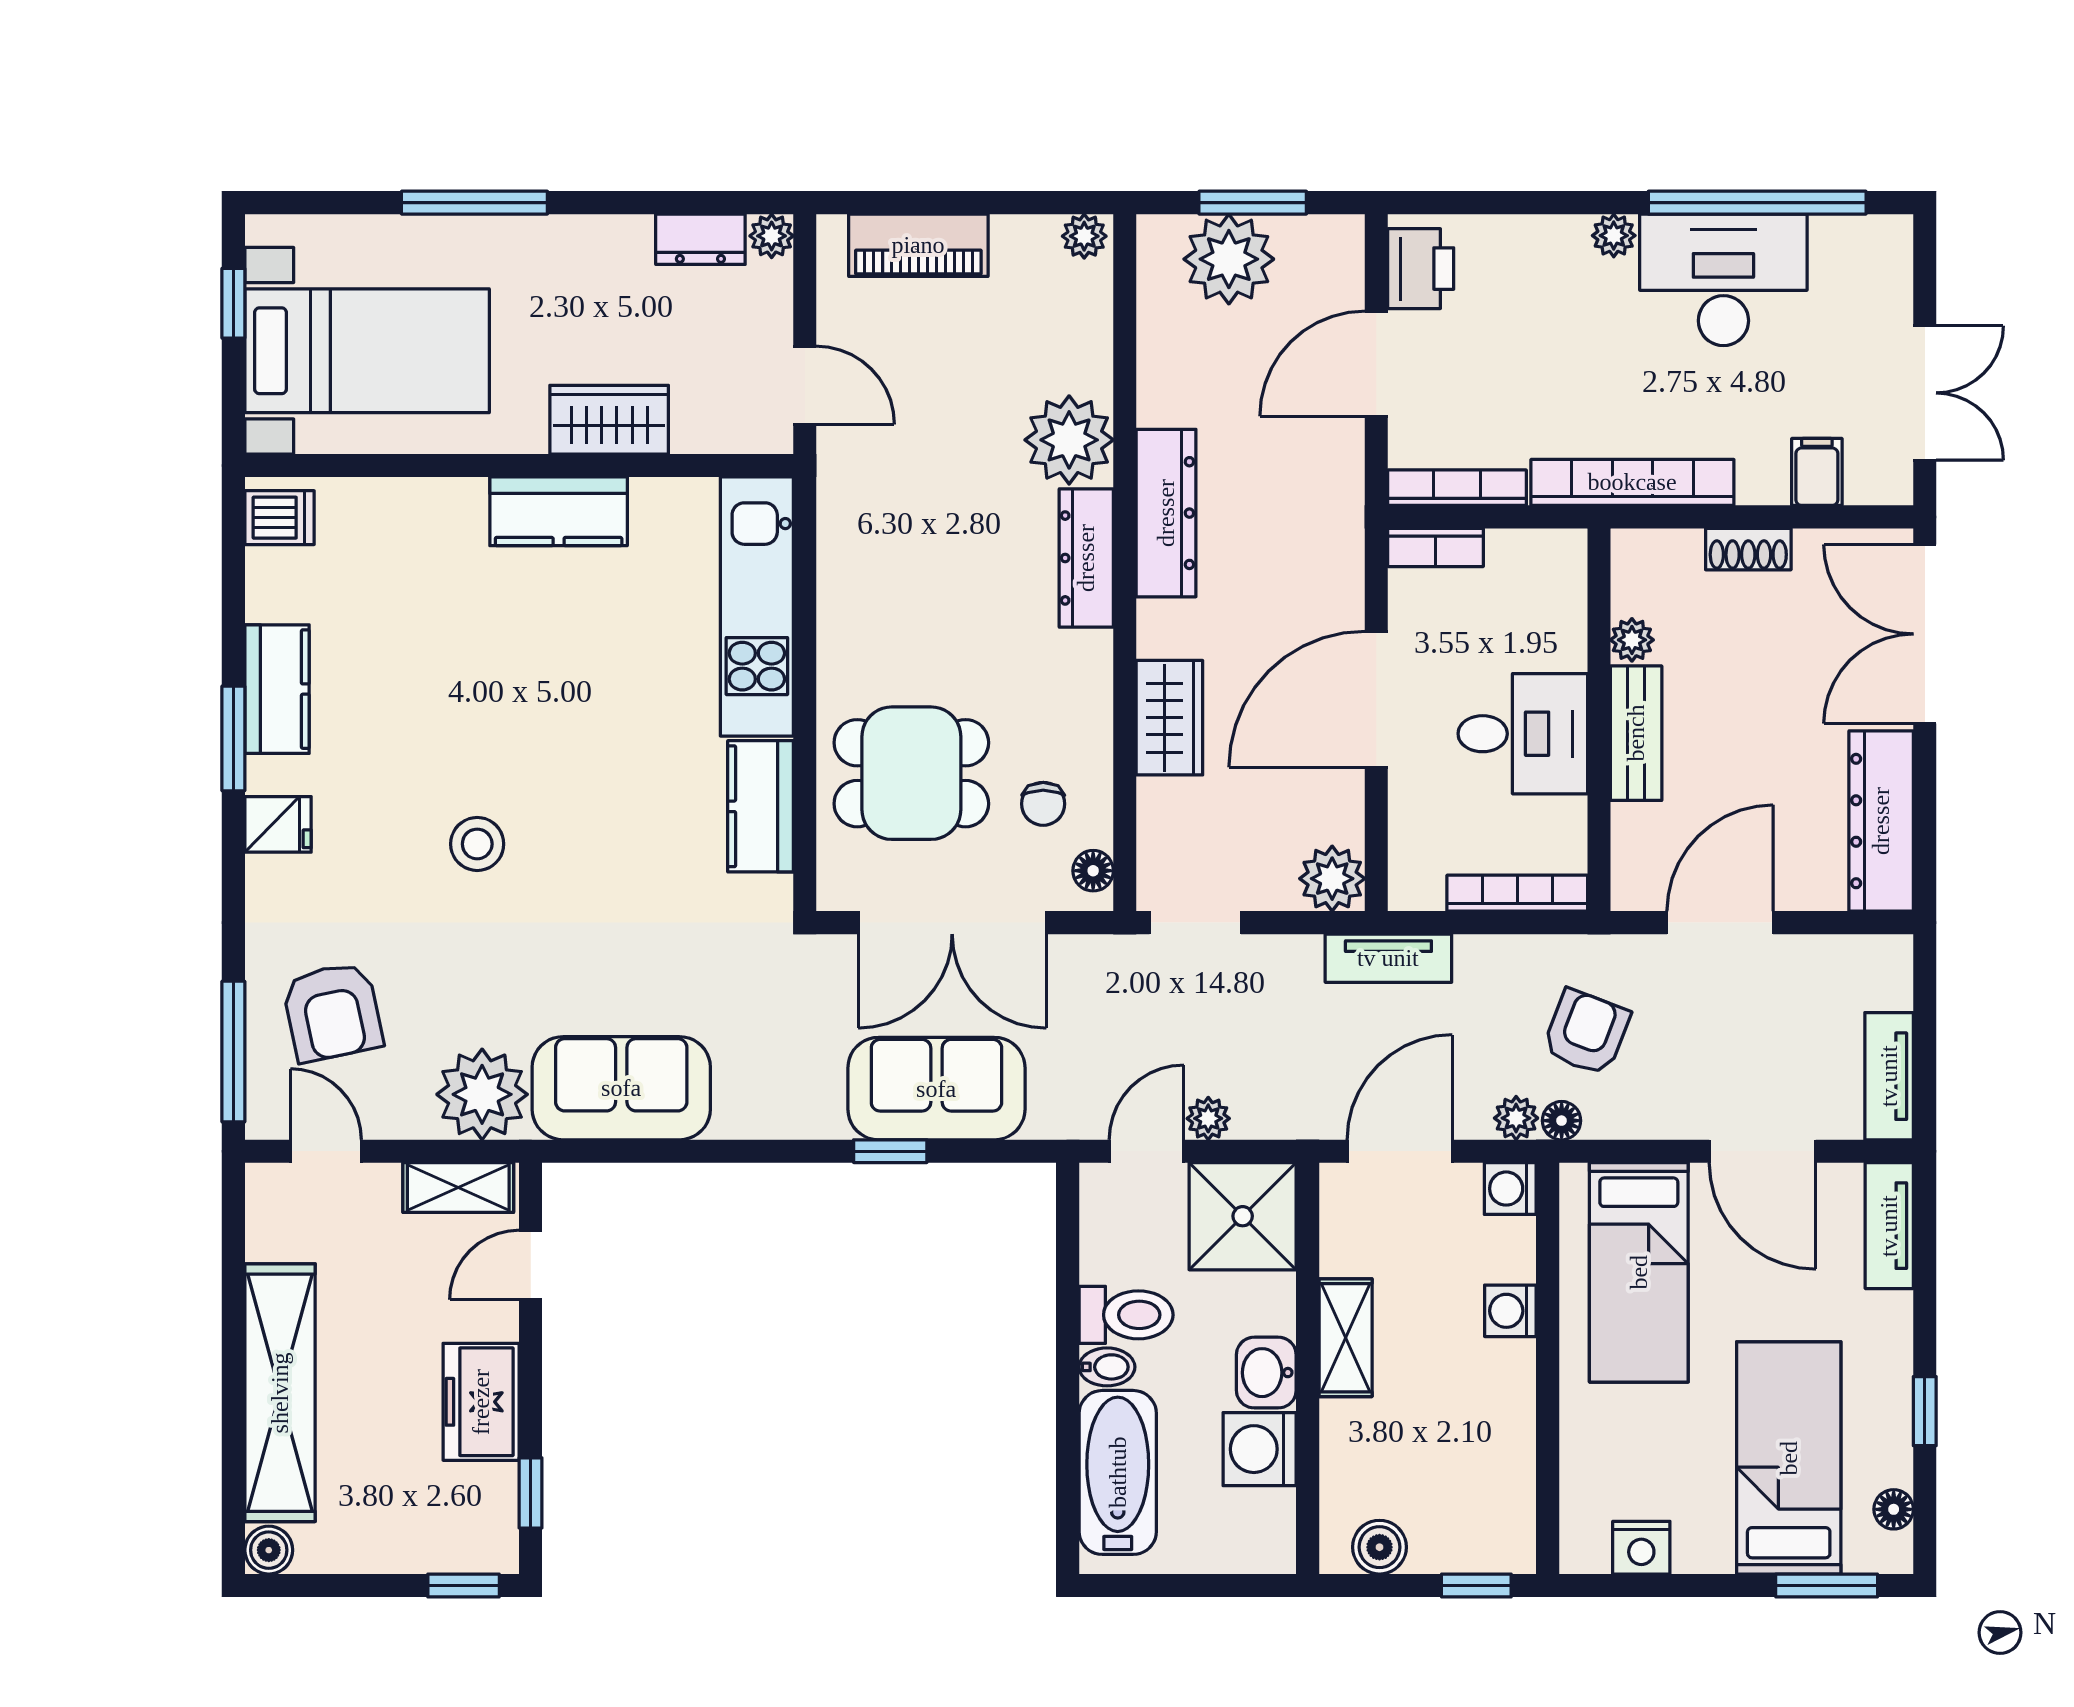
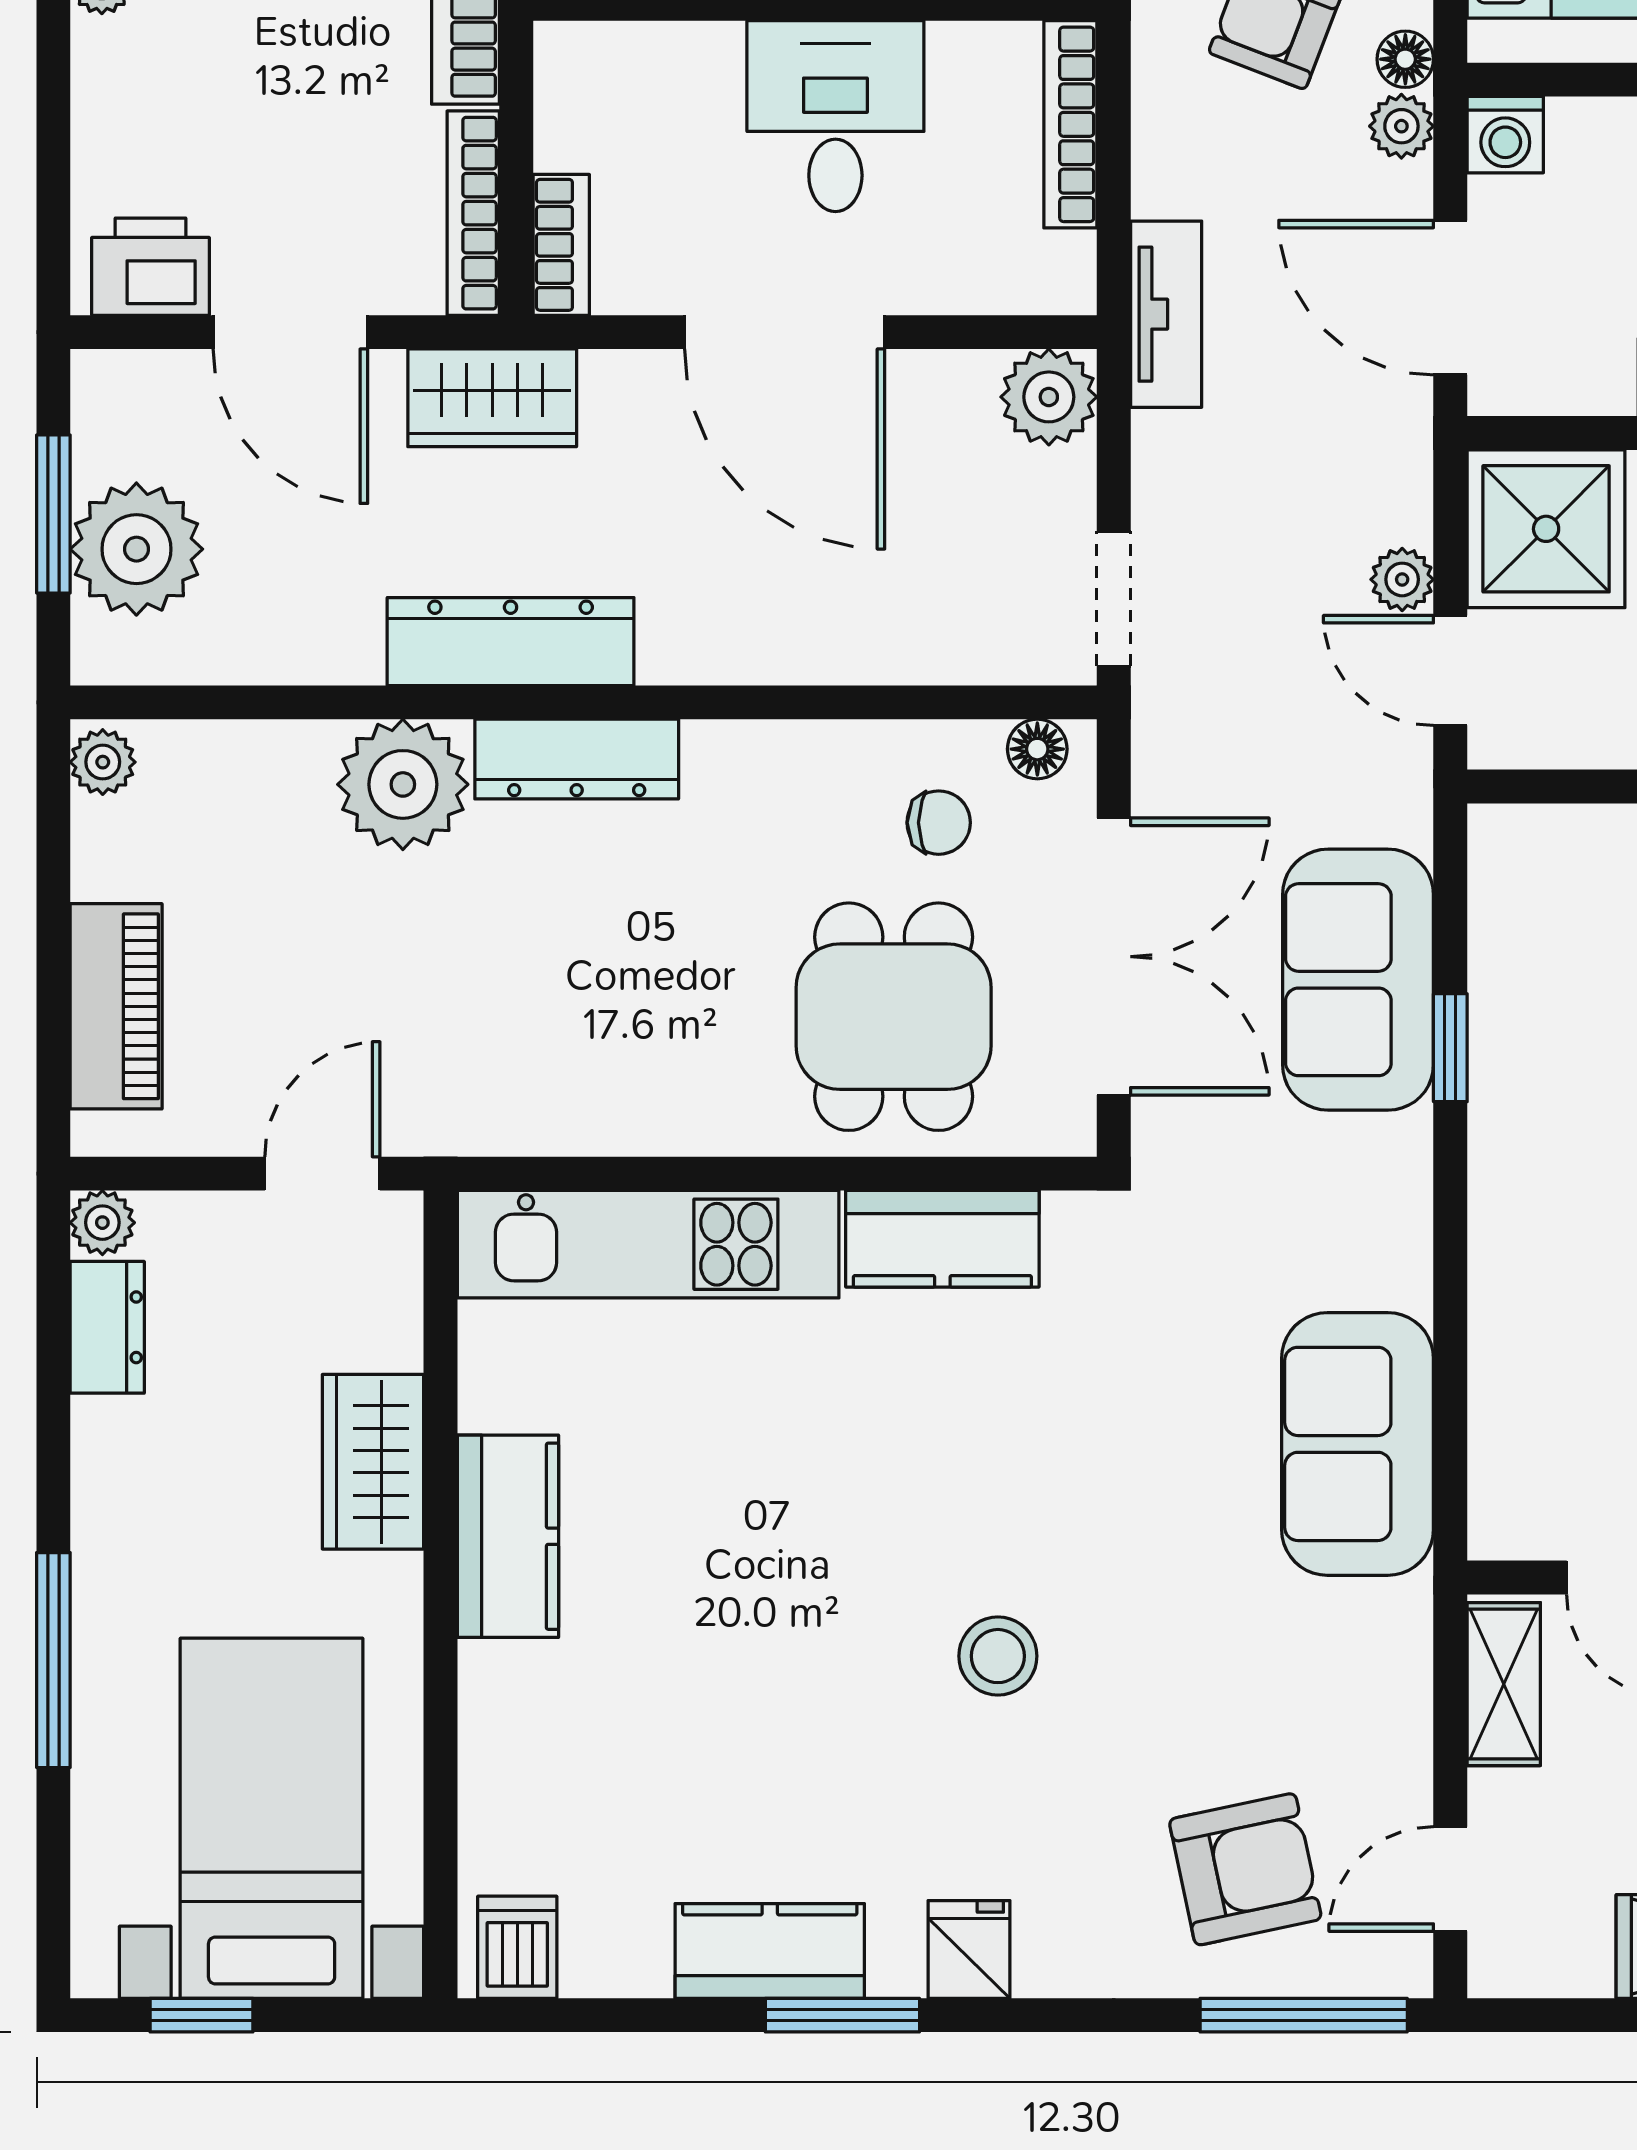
wardrobe: (1169, 718) -> (492, 398), moved, turned 180
plant: (482, 1094) -> (1367, 1649), removed

